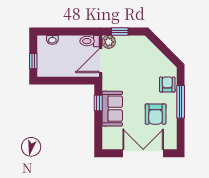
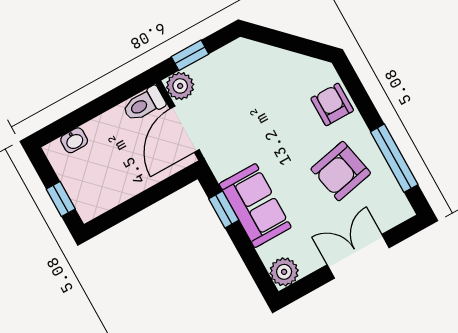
window: (181, 102) -> (394, 158), moved
armchair: (156, 114) -> (341, 171), turned 78
plant: (109, 143) -> (284, 272), added
double door: (143, 153) -> (358, 256), width x0.73

